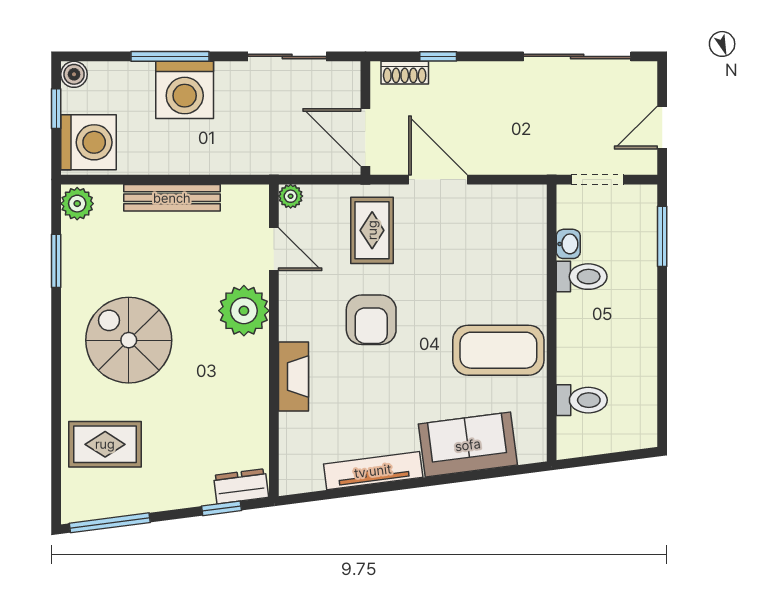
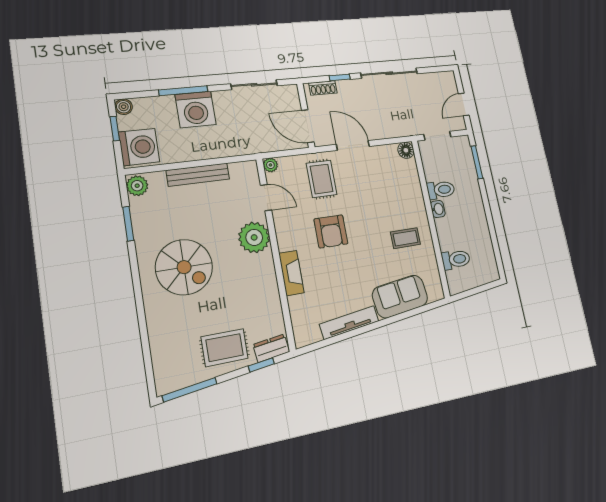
sliding door: (577, 56) -> (389, 73), moved
floor lamp: (532, 199) -> (406, 150), added
washbasin: (568, 244) -> (438, 209), moved
spiral stairs: (129, 340) -> (184, 267), turned 180
coffee table: (498, 350) -> (406, 238), width x0.54, depth x0.58
rug: (105, 444) -> (225, 348), moved

